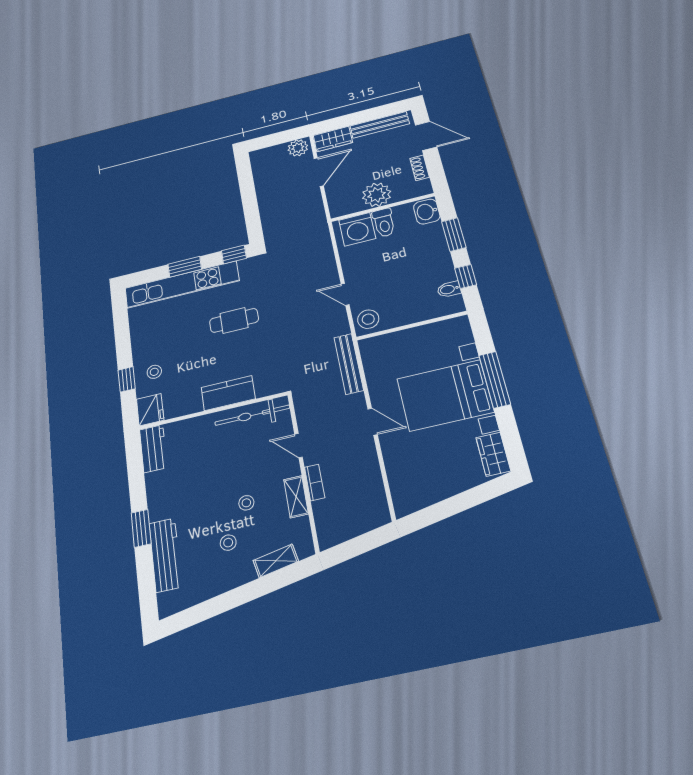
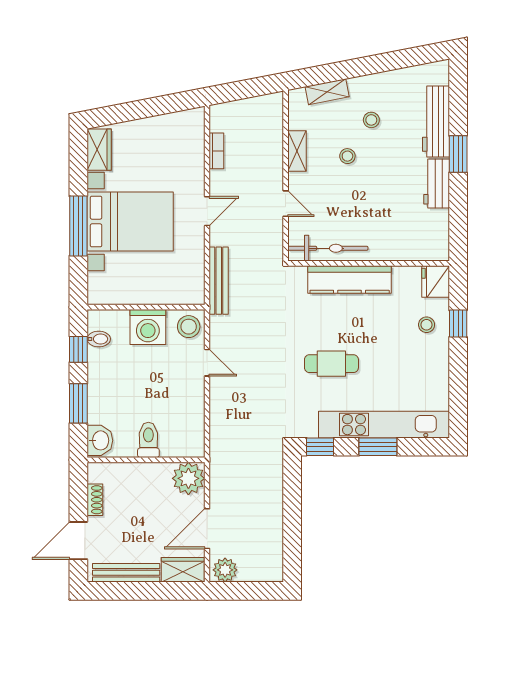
door: (426, 136) -> (78, 541), hinge flipped
plant: (377, 195) -> (188, 478), moved
washing machine: (357, 229) -> (148, 327), moved, turned 180
kitchen counter: (228, 393) -> (350, 280), width x1.50
door: (373, 422) -> (207, 211), swing flipped
workbench: (153, 449) -> (437, 184), moved
bookcase: (315, 482) -> (216, 151), moved, turned 180

